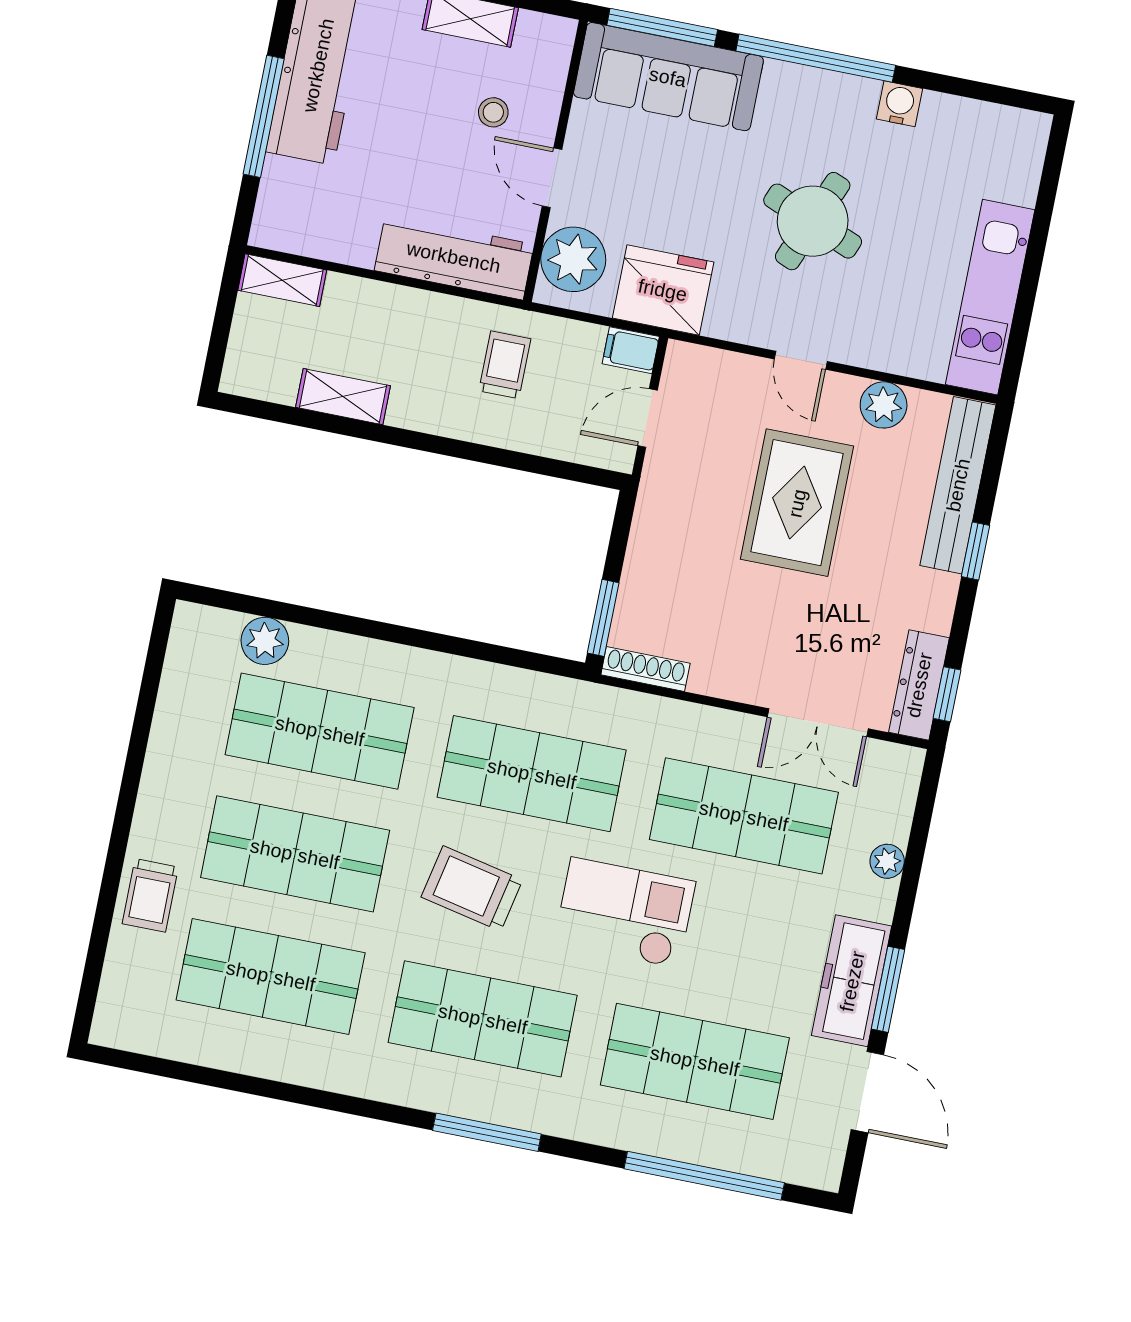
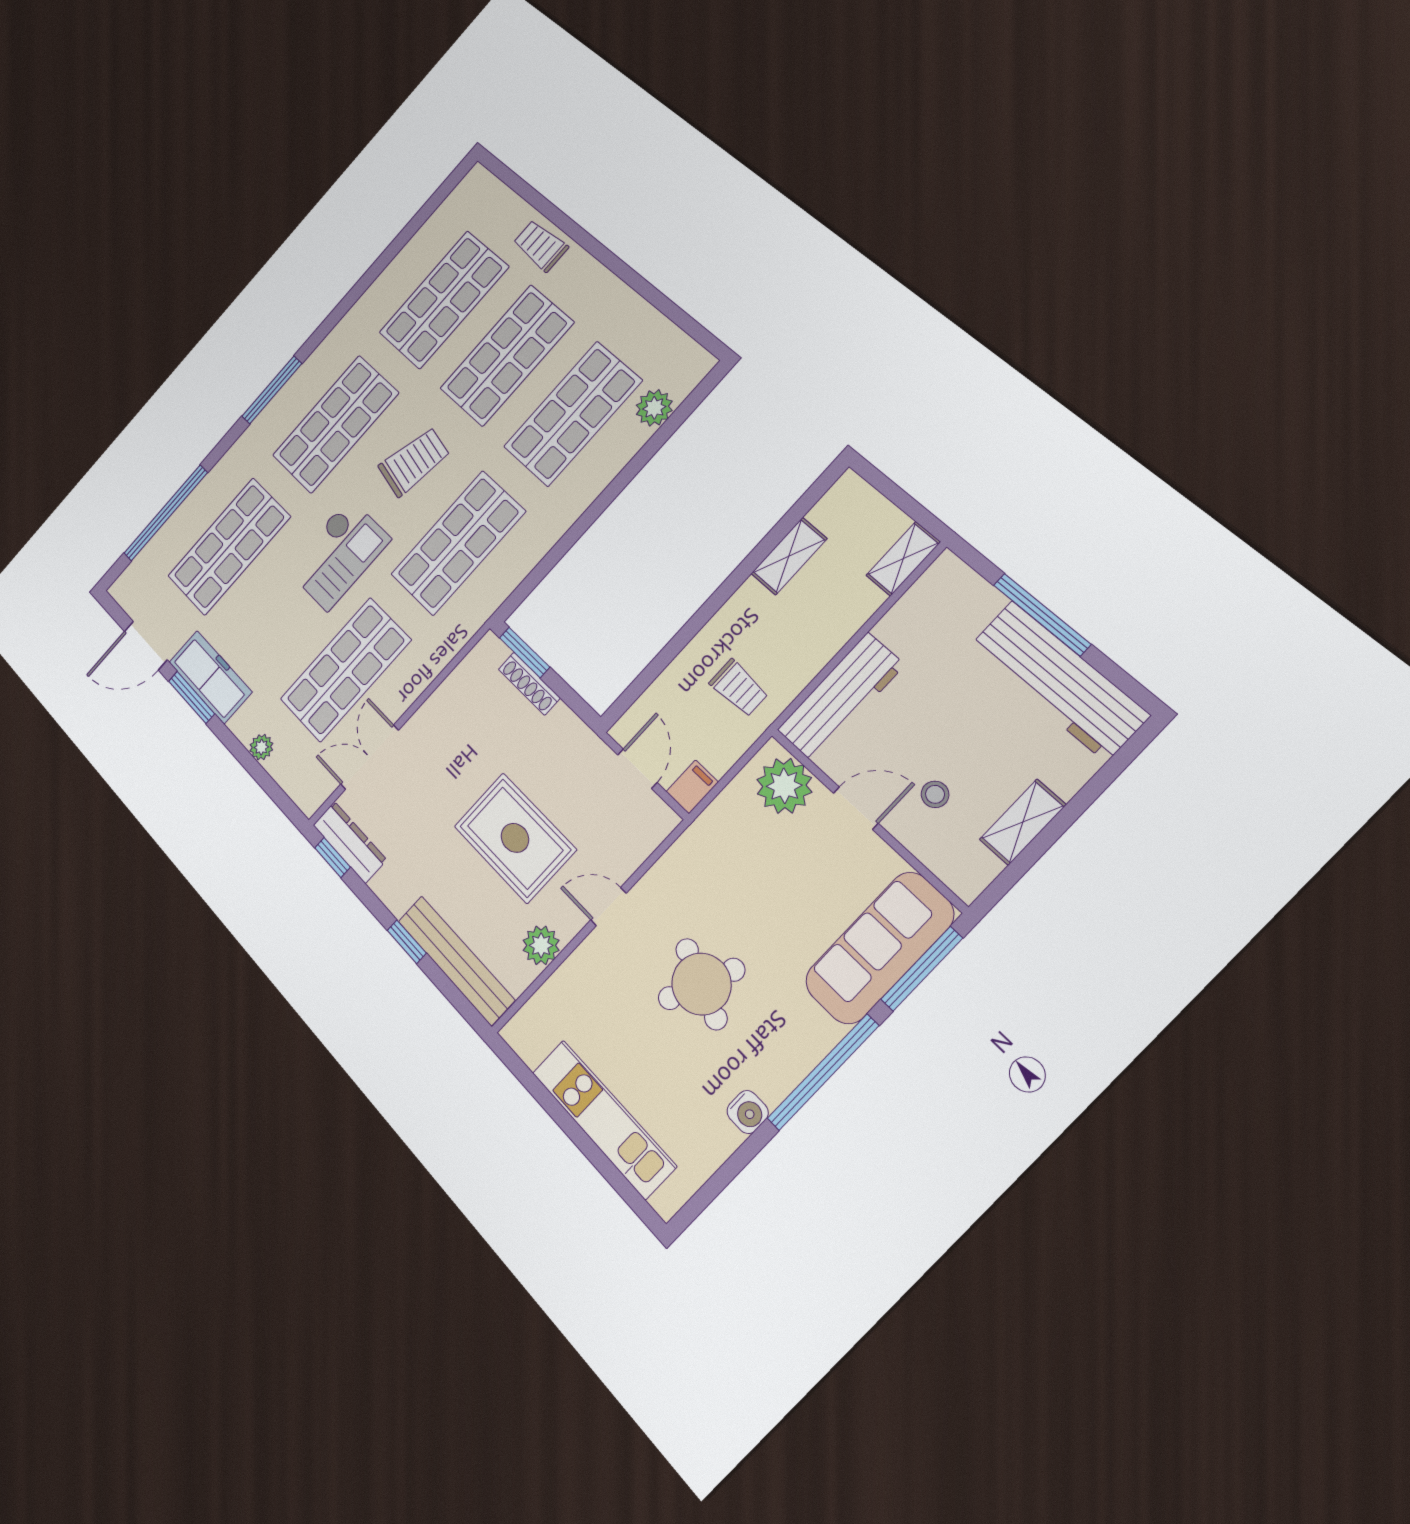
fridge: (663, 290) -> (720, 839), removed
kitchen unit: (990, 297) -> (604, 1119), moved
shoe rack: (645, 669) -> (529, 684), moved, turned 90

